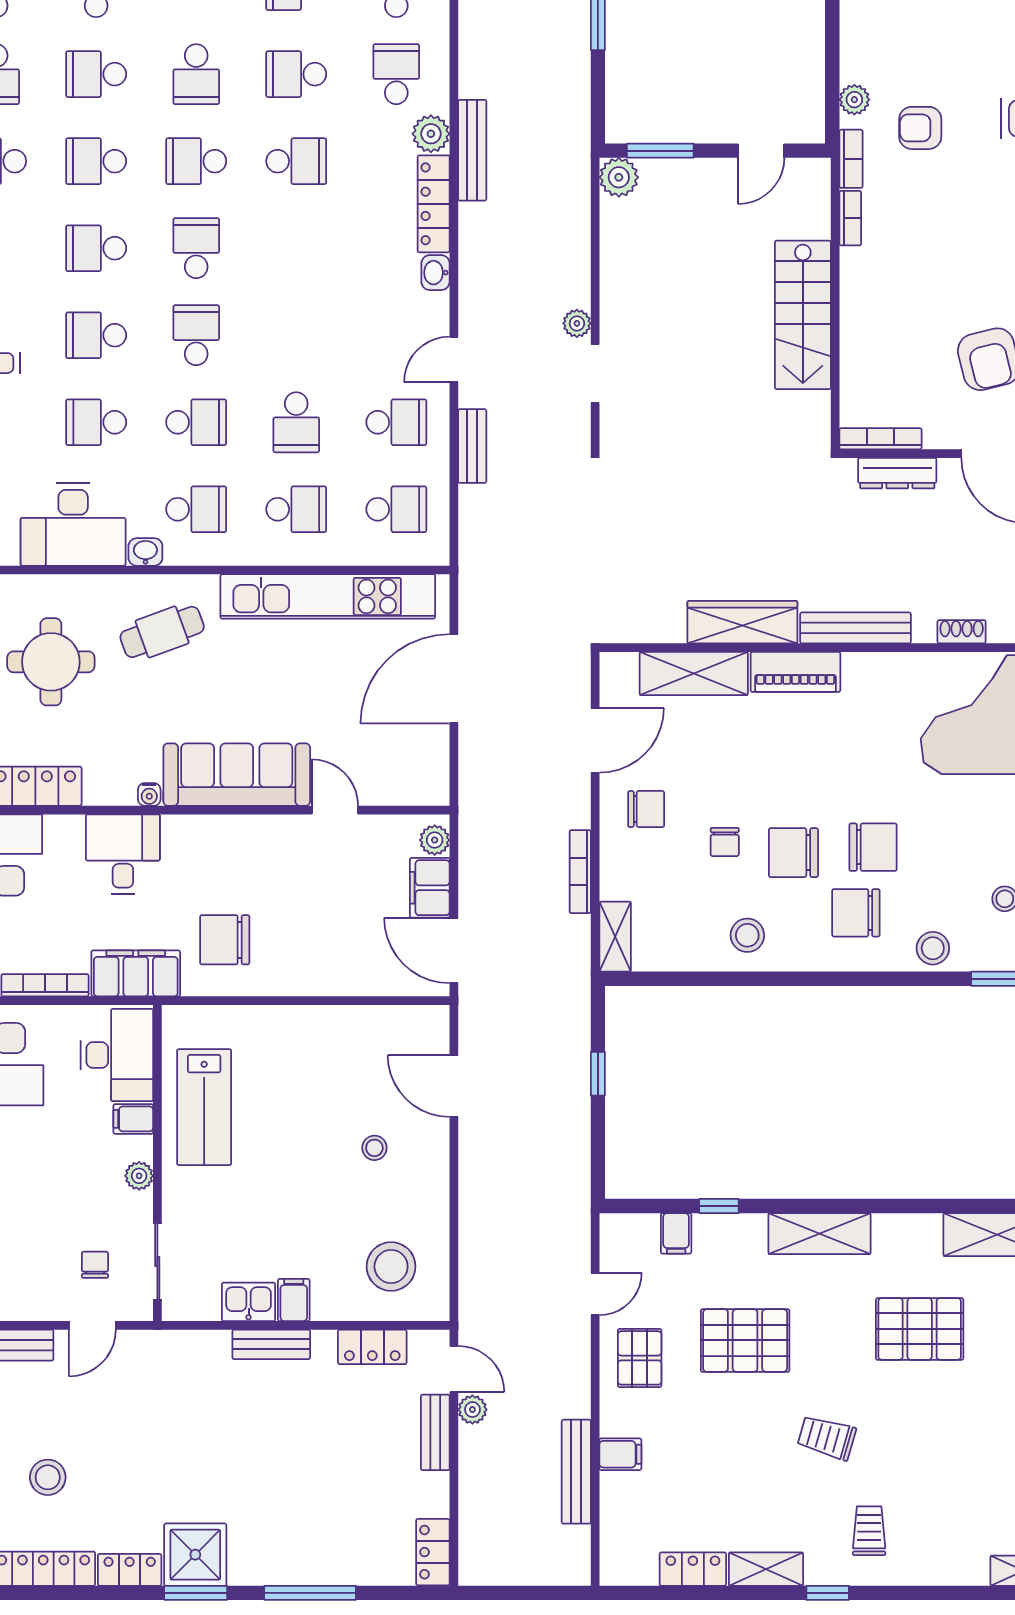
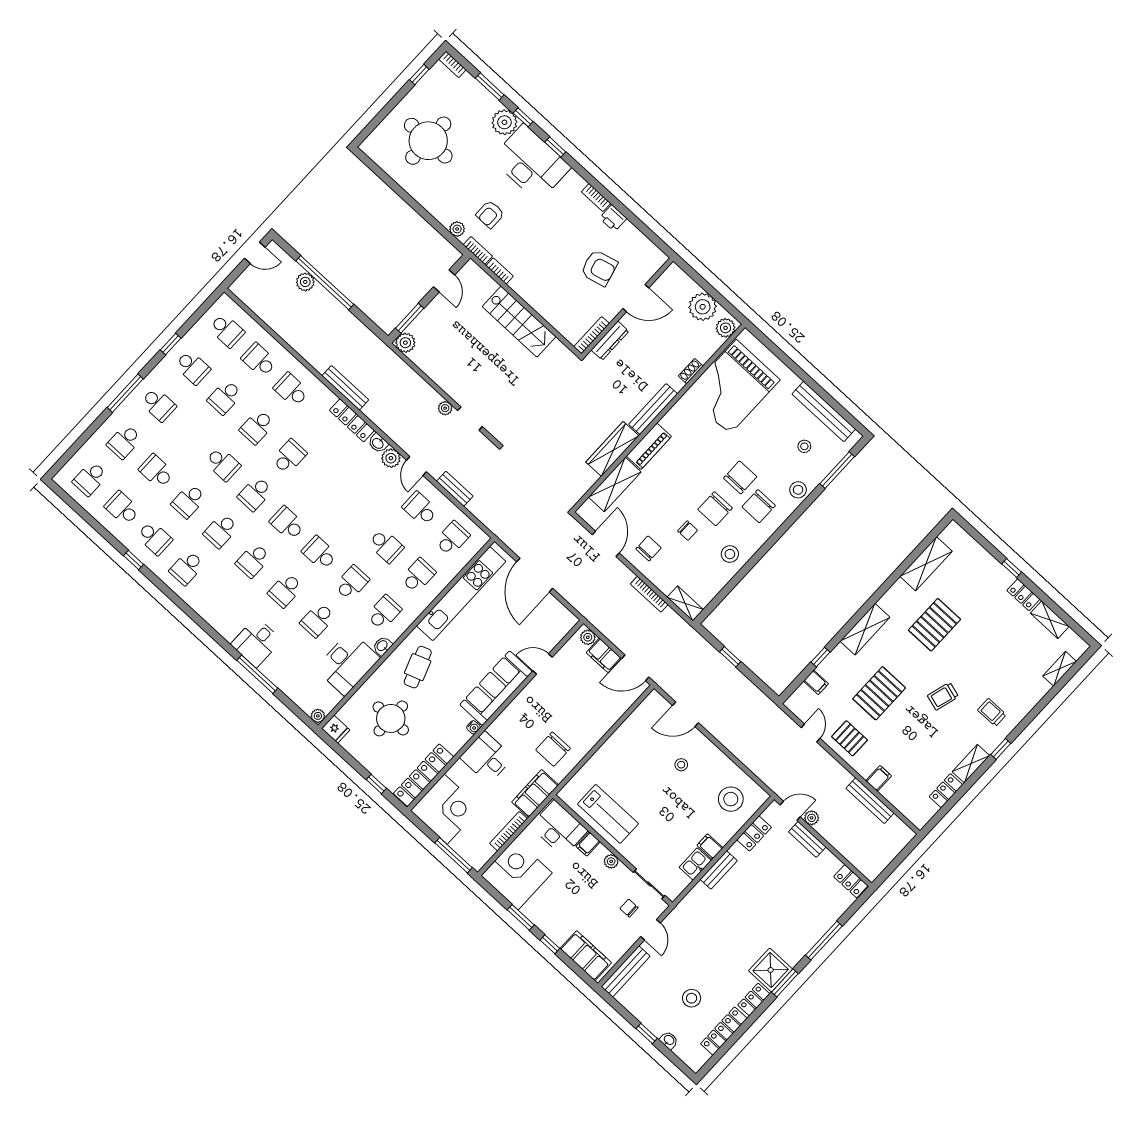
plant: (431, 134) -> (391, 458), moved
school desk: (396, 422) -> (420, 509), turned -90

